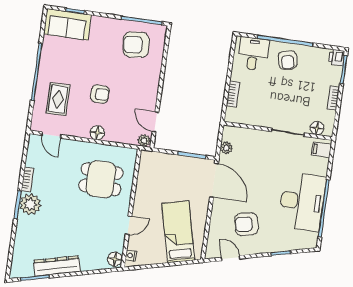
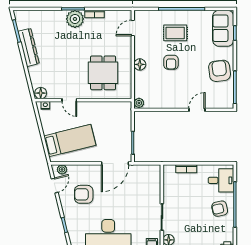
armchair: (136, 45) -> (220, 71), moved
rug: (58, 99) -> (175, 33), moved
door: (155, 122) -> (197, 110), moved
plant: (226, 148) -> (62, 169), moved
armchair: (246, 224) -> (84, 194), turned -78

